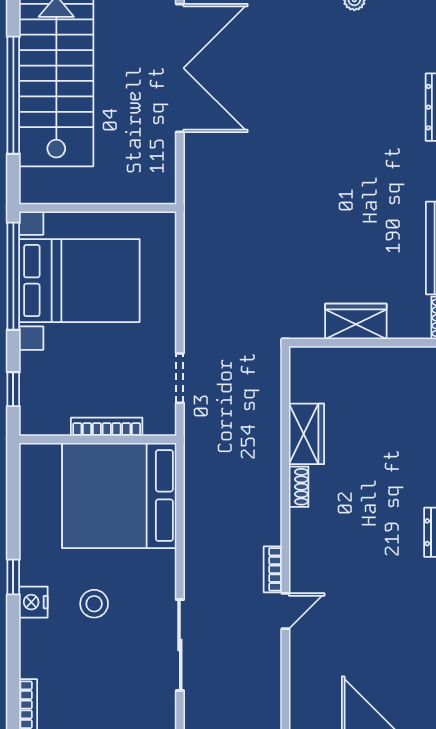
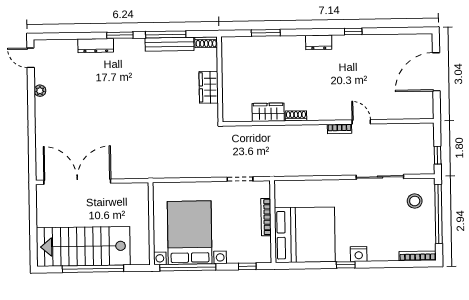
bed: (119, 495) -> (305, 235), moved, turned -90
stool: (94, 604) -> (415, 201), moved

